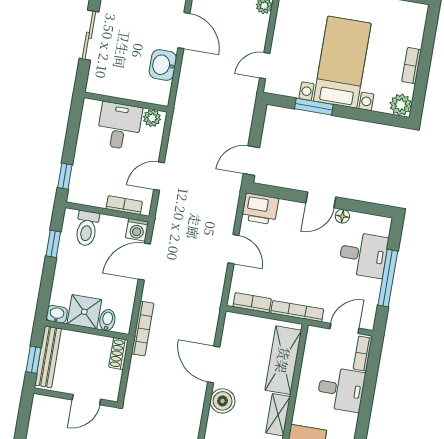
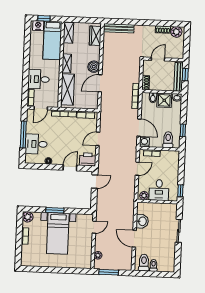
window: (314, 107) -> (55, 210), moved
window: (65, 176) -> (180, 191), moved
door: (321, 200) -> (70, 168), moved
door: (233, 249) -> (98, 139), hinge flipped
door: (144, 262) -> (139, 128), hinge flipped
door: (214, 364) -> (100, 83), swing flipped

